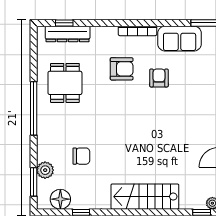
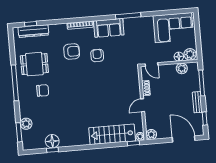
dining table: (65, 83) -> (34, 64), turned 90
chair: (81, 156) -> (43, 90), moved
stairs: (145, 197) -> (112, 134), moved
floor lamp: (60, 199) -> (52, 141), moved

